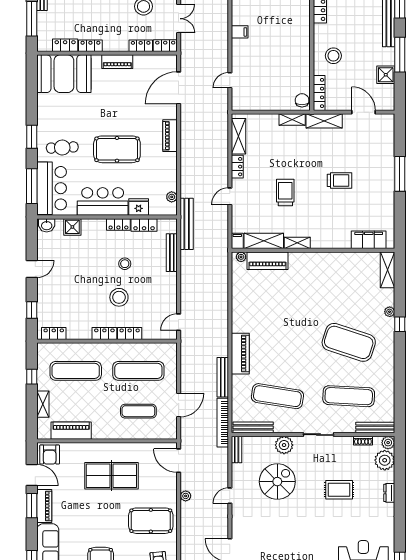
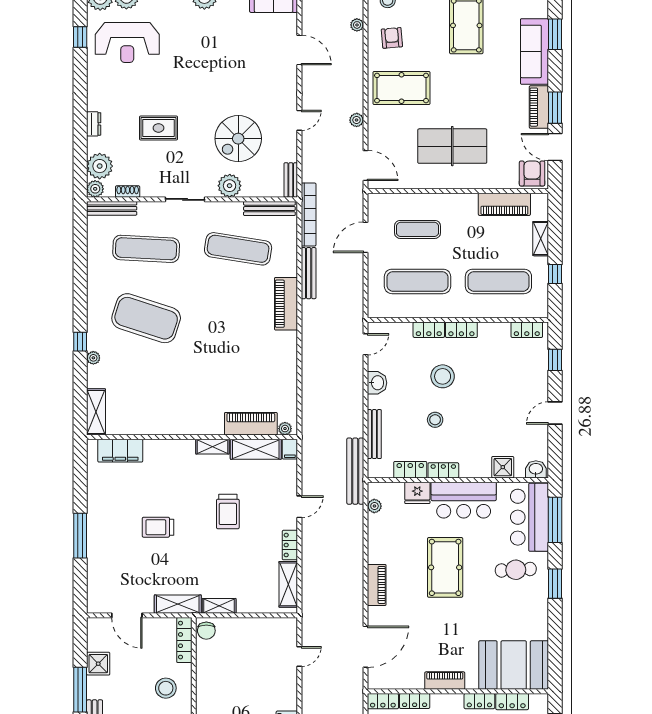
pool table: (117, 149) -> (445, 567), turned 90
washbasin: (170, 292) -> (377, 383), added

